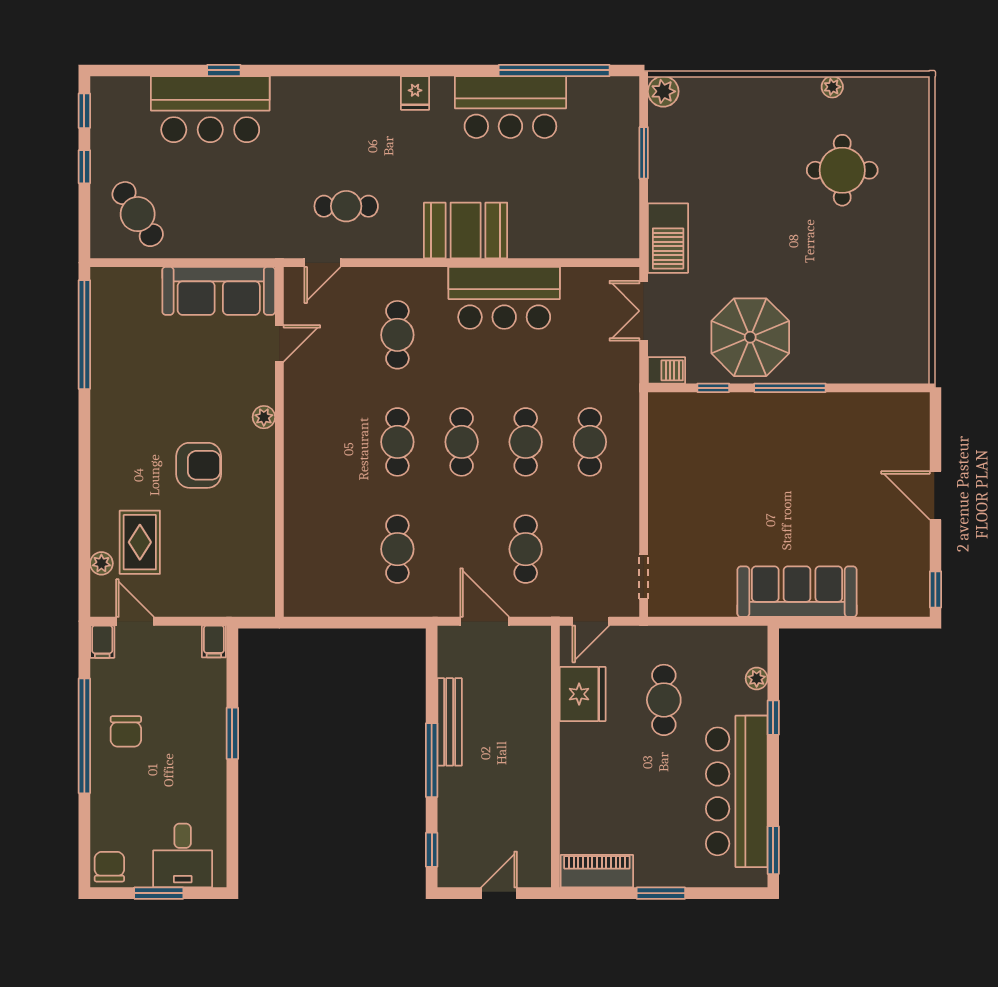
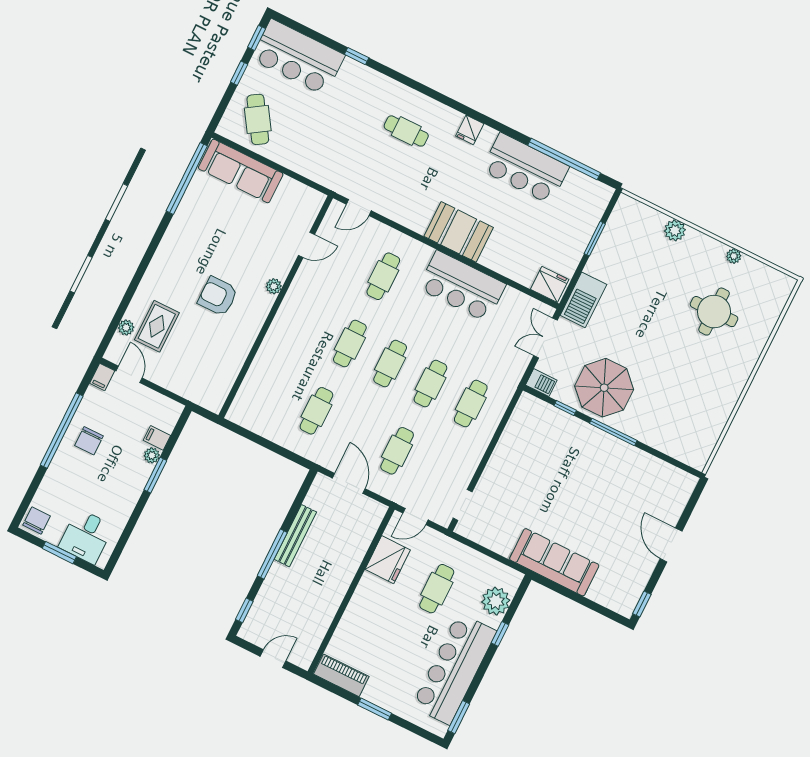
plant: (663, 91) -> (675, 230), moved
bar counter: (210, 109) -> (298, 57), moved
cafe table: (346, 206) -> (406, 131), moved
fridge: (615, 240) -> (550, 284), added
sofa: (219, 291) -> (241, 171), moved
armchair: (199, 465) -> (218, 296), turned 180
filing cabinet: (214, 641) -> (157, 438), moved, turned 90
plant: (757, 678) -> (496, 601), width x1.88, depth x1.88
plant: (215, 710) -> (152, 455), added

